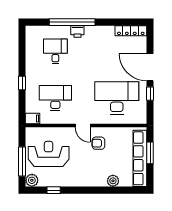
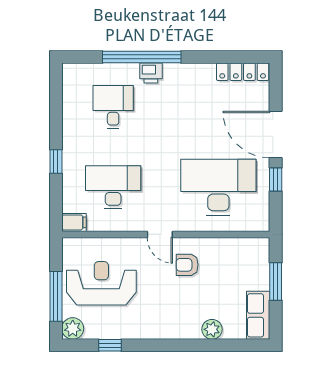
row of seats: (140, 158) -> (258, 315), width x0.50

